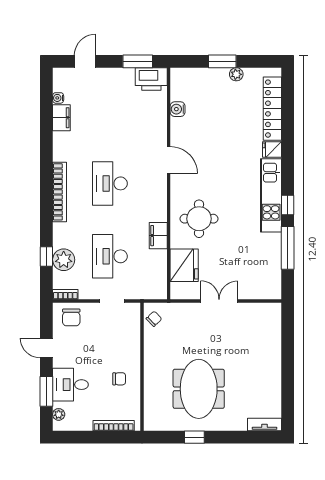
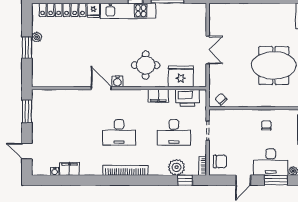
printer: (151, 79) -> (187, 98), moved, turned 90
water cooler: (178, 109) -> (117, 81), moved
door: (169, 160) -> (101, 88), hinge flipped
window: (46, 257) -> (185, 180), moved
double door: (219, 301) -> (208, 50), swing flipped
desk: (70, 385) -> (271, 162), width x1.37

